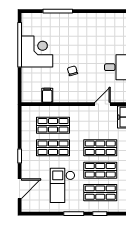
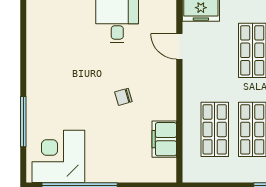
corner desk: (37, 51) -> (58, 156), moved
filing cabinet: (47, 95) -> (164, 139), width x2.00

